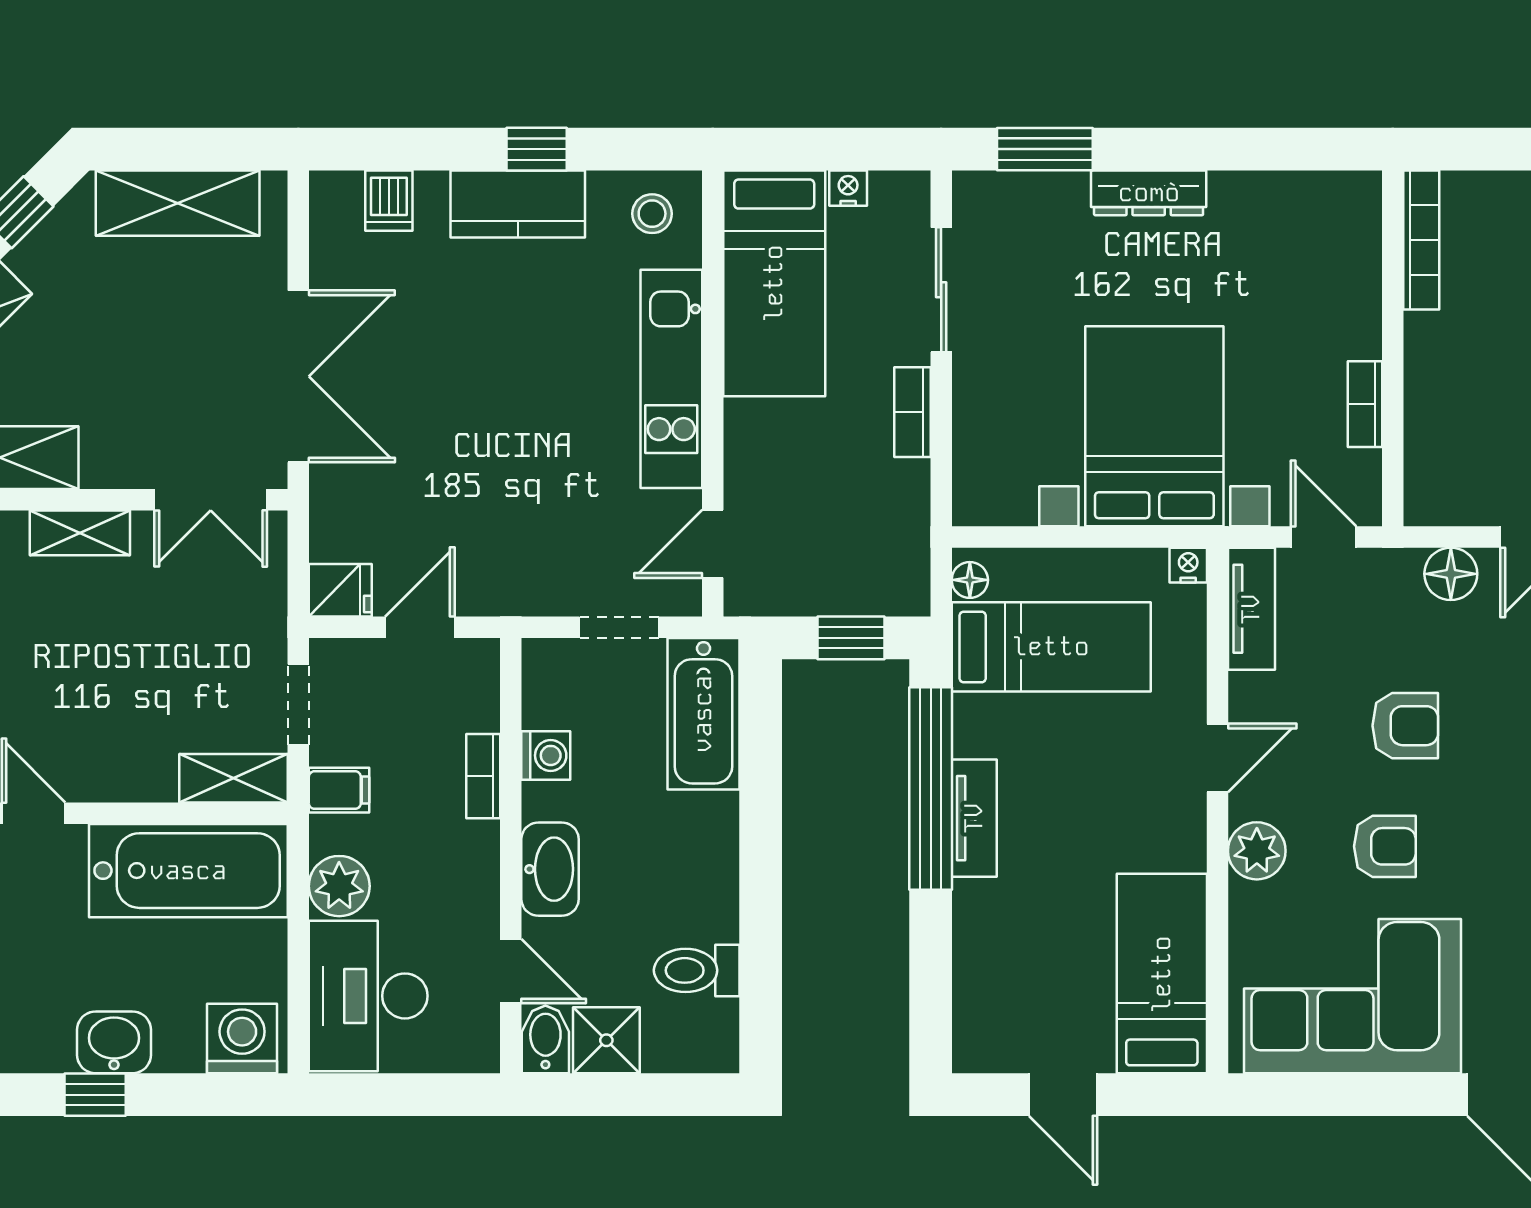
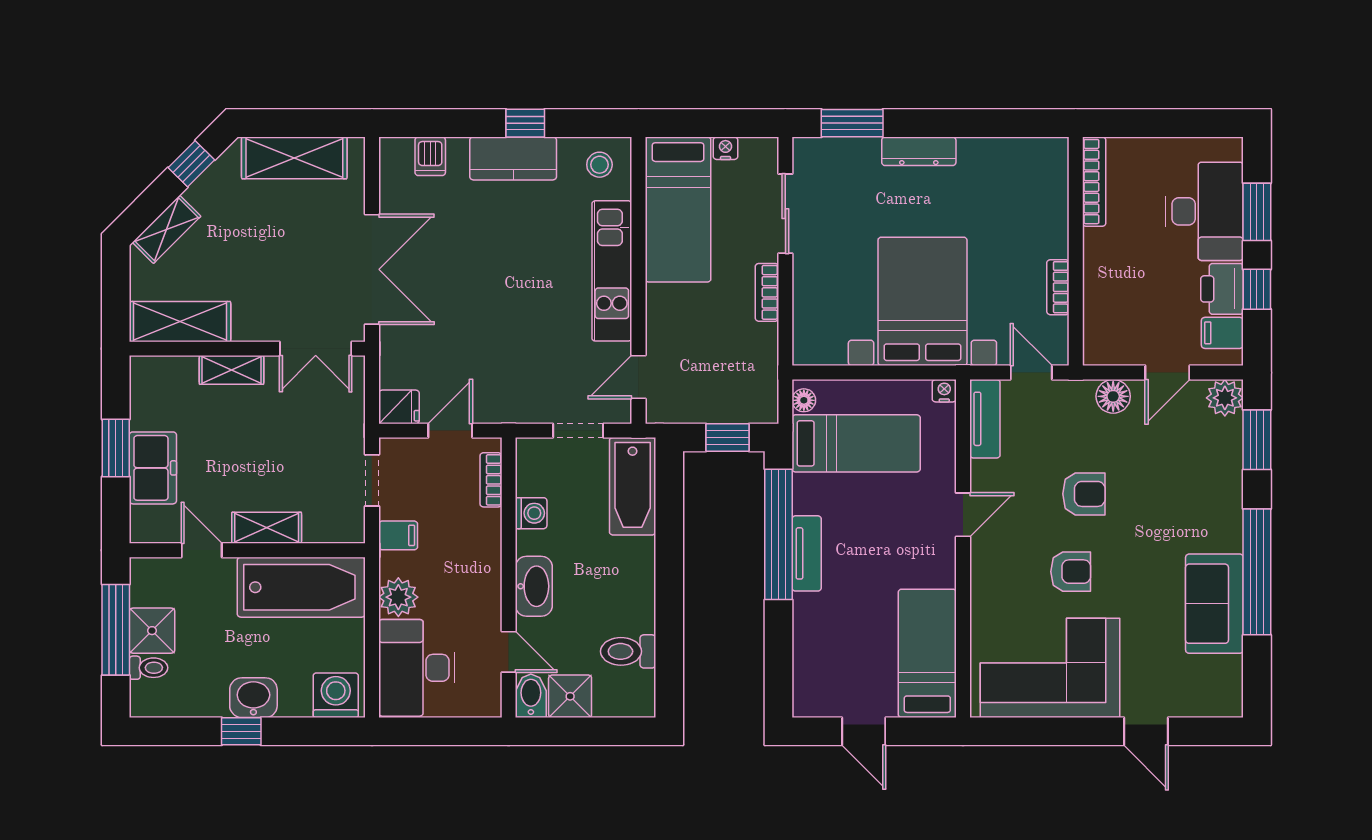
bookcase: (483, 776) -> (491, 480), moved
shelving: (234, 778) -> (267, 528), moved
plant: (1257, 851) -> (988, 574), removed

